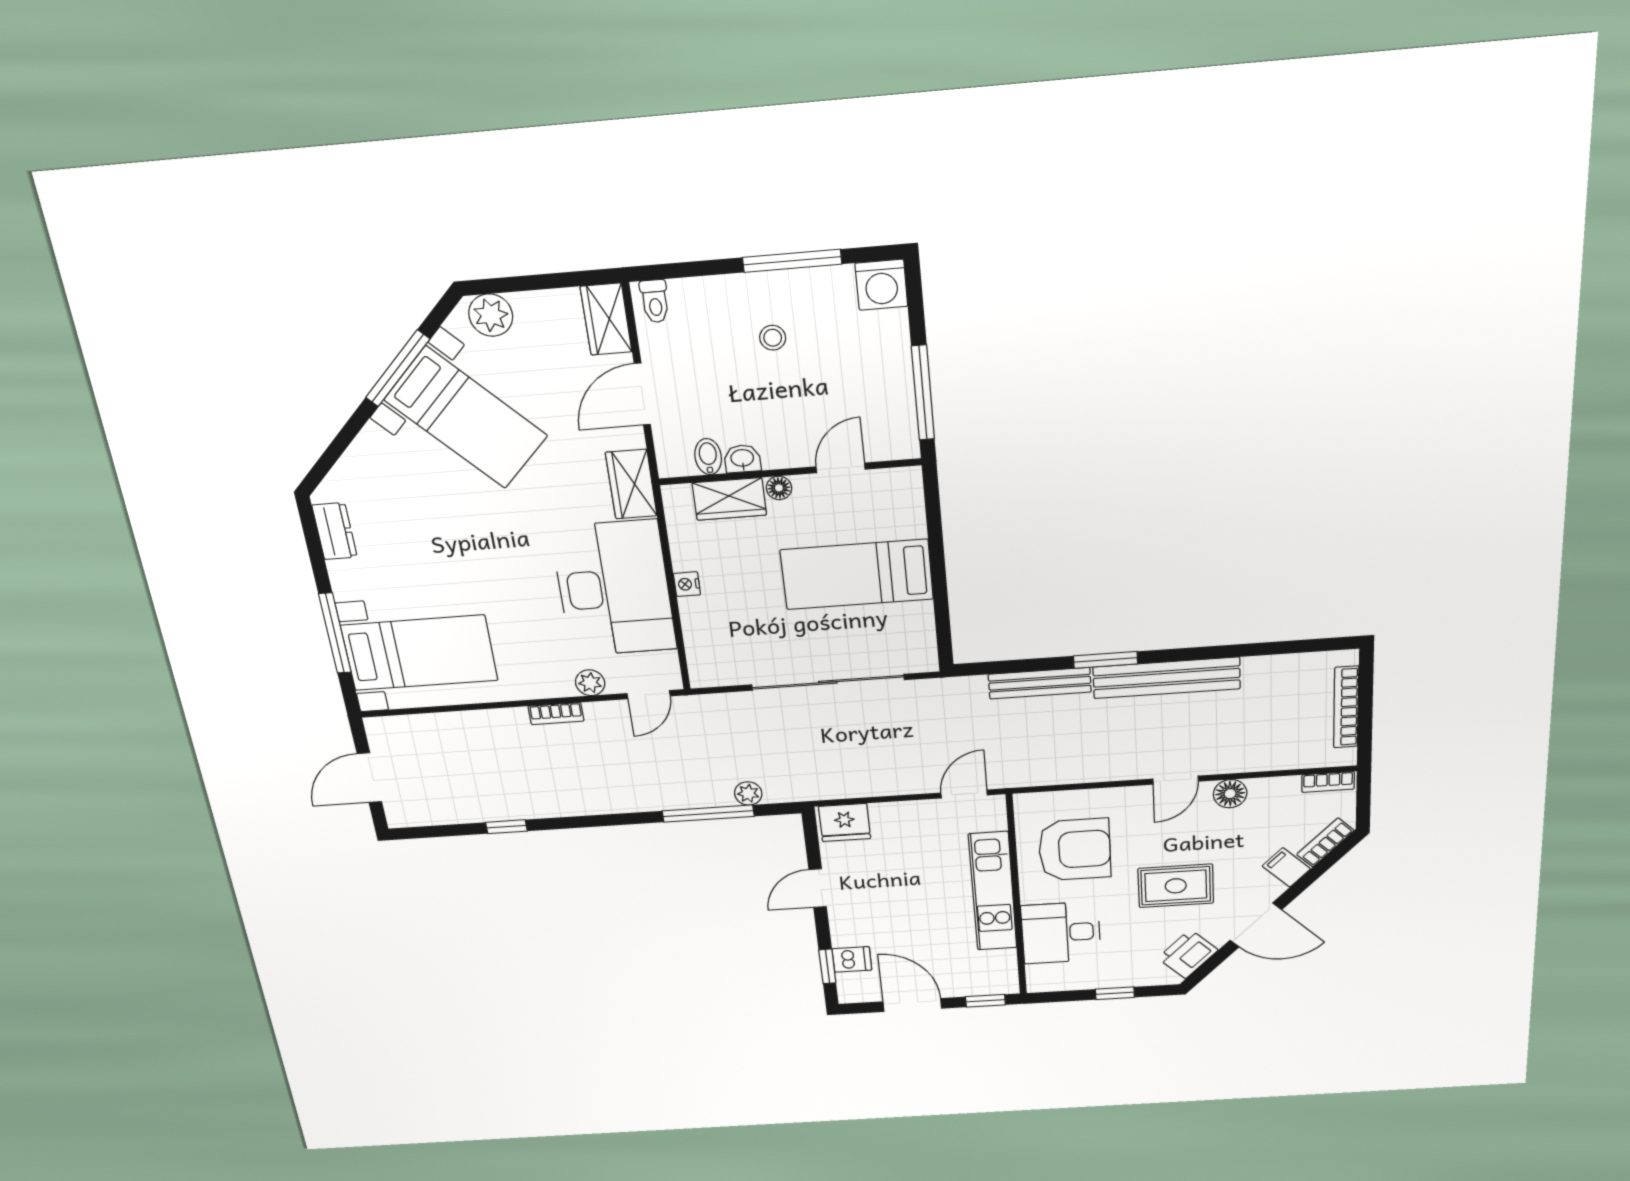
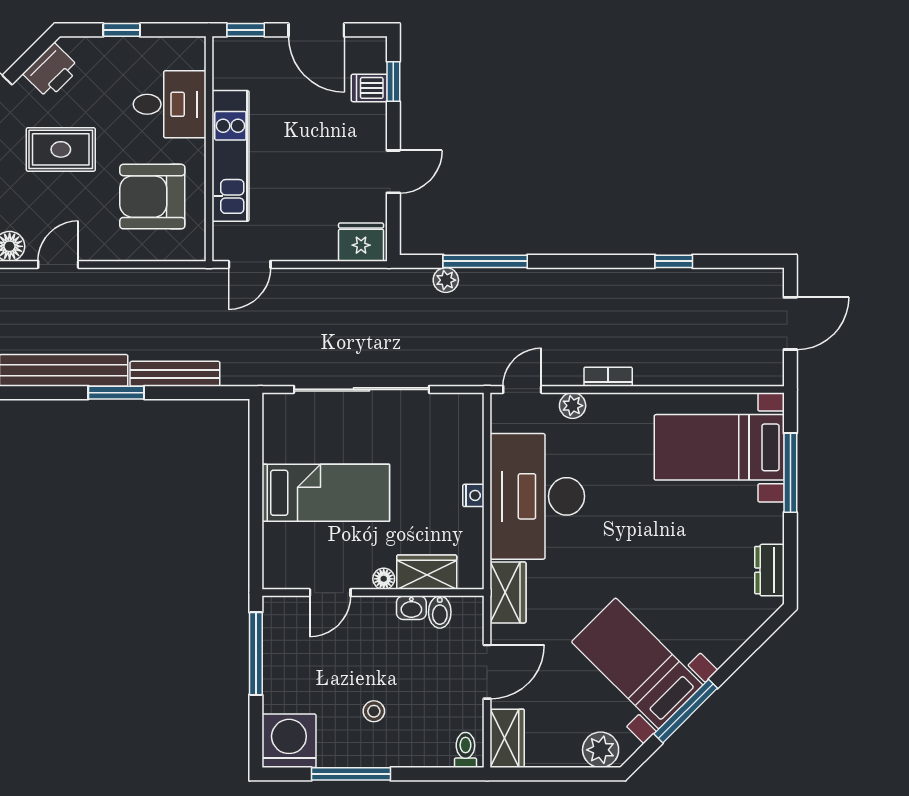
washing machine: (881, 285) -> (289, 741), width x1.37, depth x1.37

